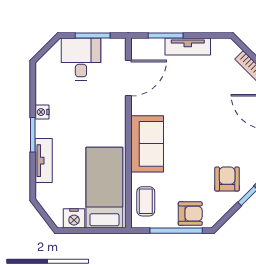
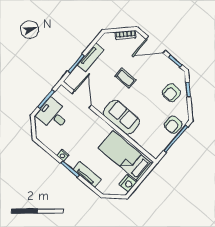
armchair: (227, 179) -> (171, 93), turned -87
coffee table: (146, 201) -> (125, 78), moved
armchair: (190, 214) -> (173, 125), turned 180

